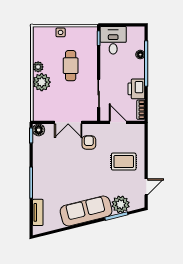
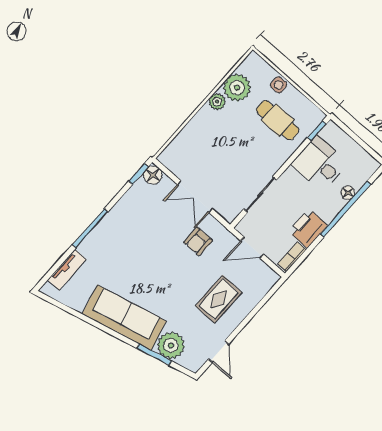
desk: (113, 40) -> (320, 164), moved, turned -90
cafe table: (71, 66) -> (278, 120), moved, turned 90
plant: (42, 82) -> (237, 88), moved
door: (118, 122) -> (252, 248), swing flipped
armchair: (89, 142) -> (198, 241), turned 180
rug: (124, 162) -> (219, 299), turned 90
door: (146, 187) -> (219, 352), hinge flipped

